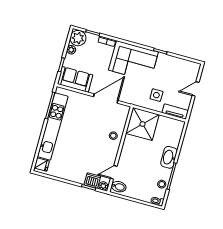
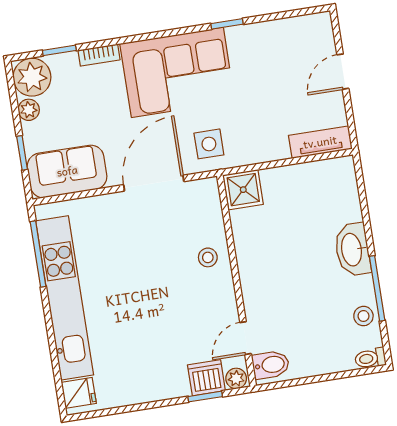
side table: (156, 95) -> (209, 144), moved
shower: (143, 124) -> (243, 190), width x0.54, depth x0.54

